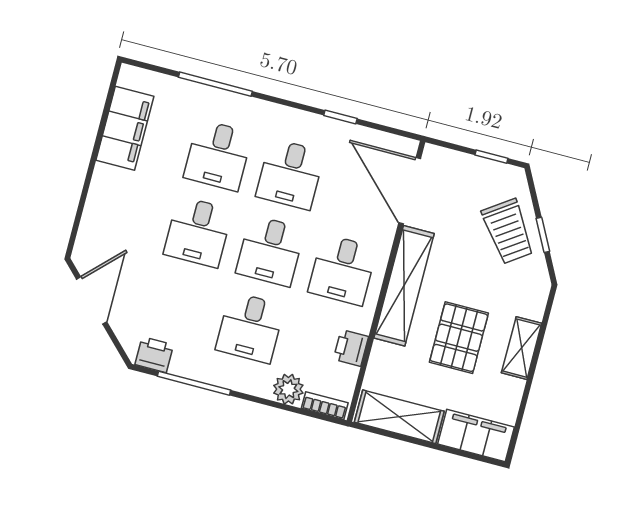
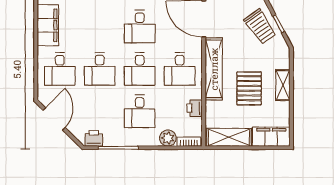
desk: (218, 155) -> (60, 69), moved

